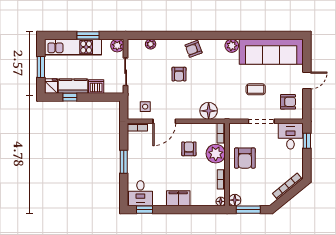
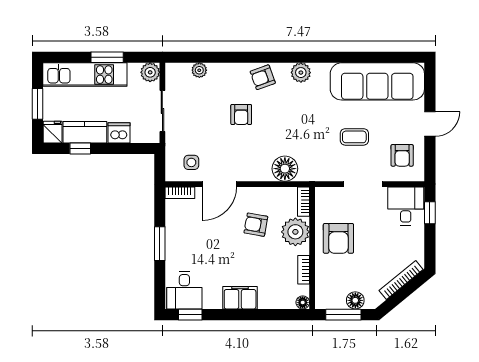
plant: (232, 46) -> (301, 73), moved
armchair: (288, 102) -> (402, 155), turned 90
armchair: (189, 149) -> (256, 225), turned -80
floor lamp: (235, 200) -> (355, 300), moved

